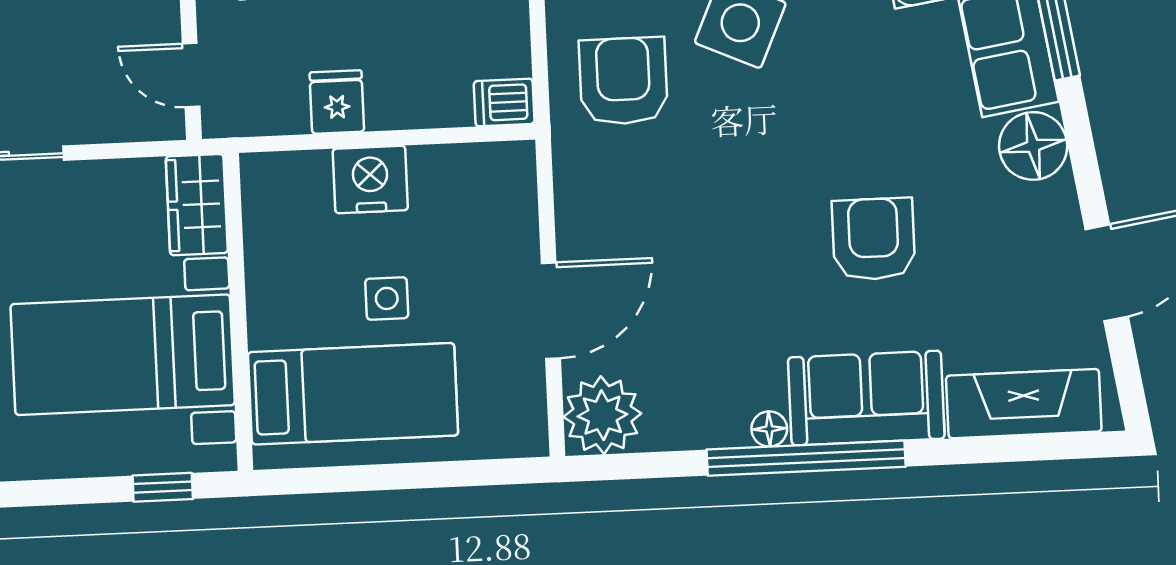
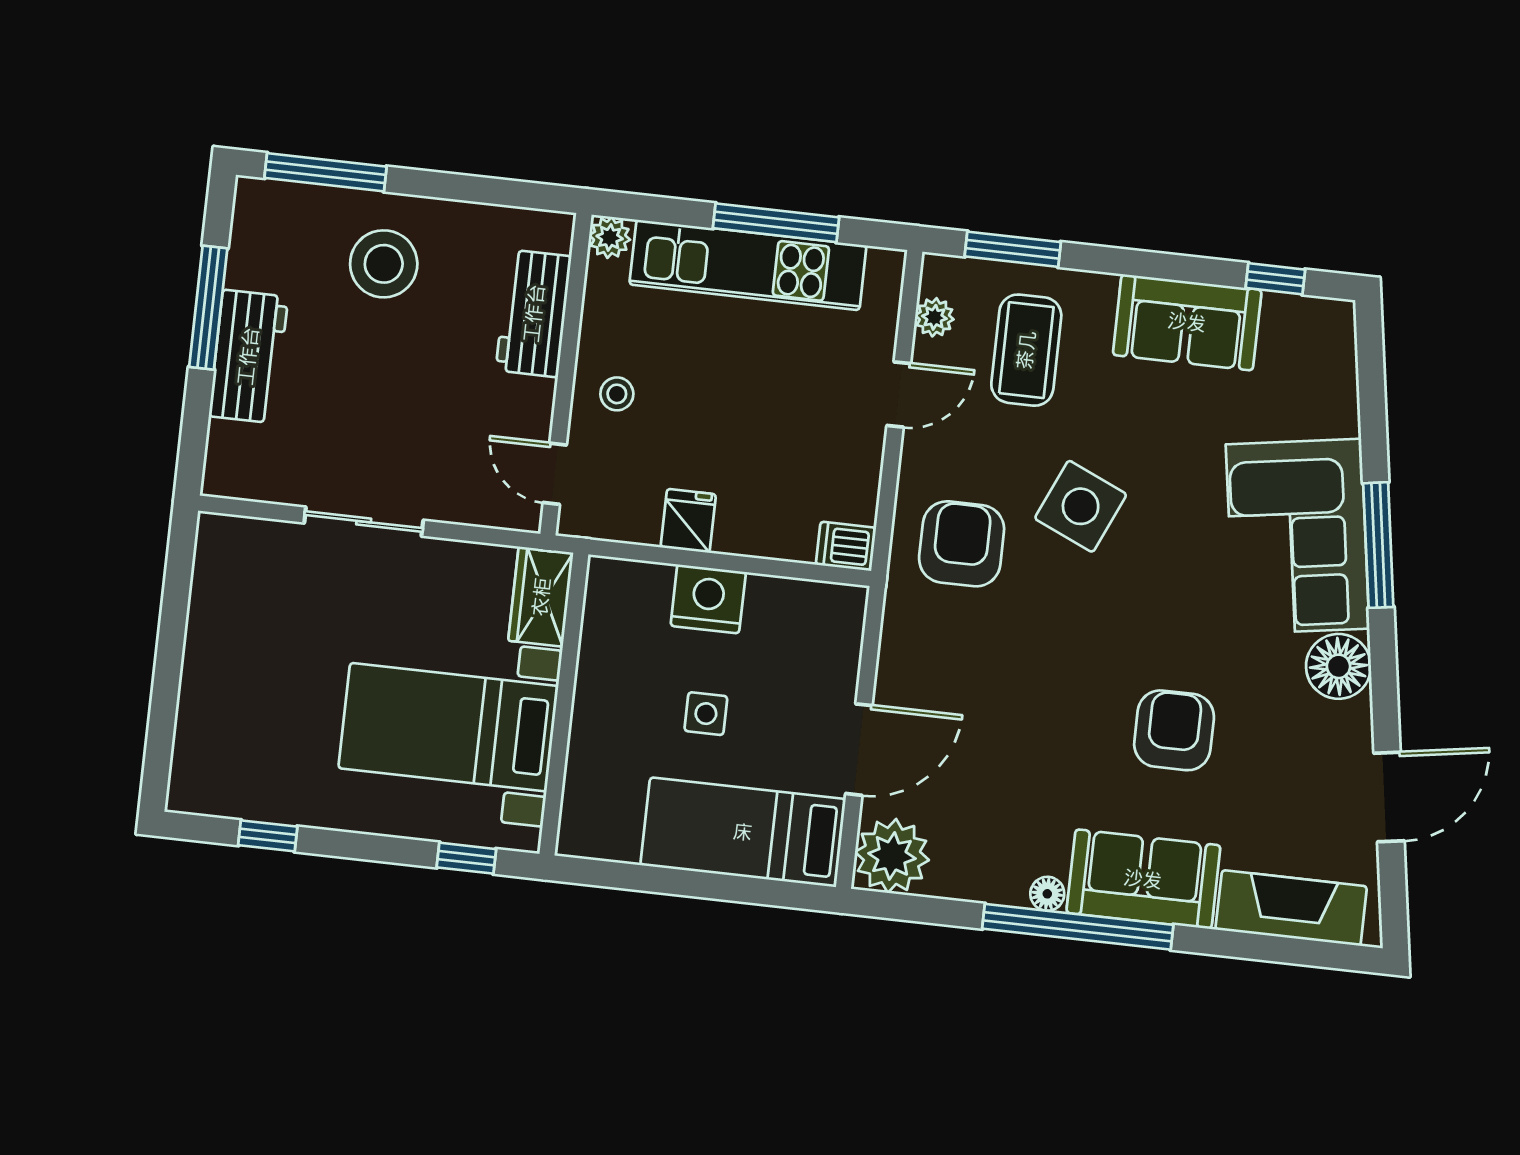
bed: (353, 394) -> (743, 832), moved, turned 180

